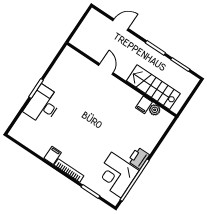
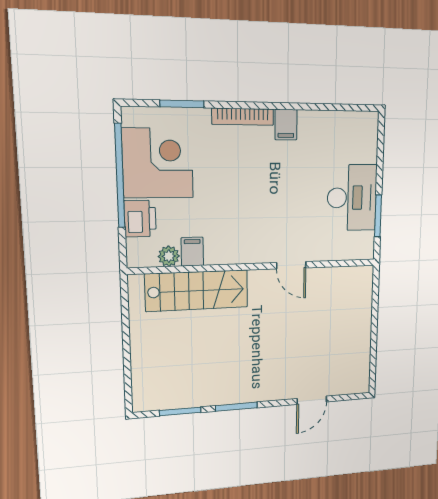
door: (106, 69) -> (291, 265), moved
wall: (122, 80) -> (256, 267), moved
stairs: (153, 87) -> (197, 291), moved
filing cabinet: (144, 105) -> (192, 252), moved
plant: (155, 110) -> (169, 256), moved

